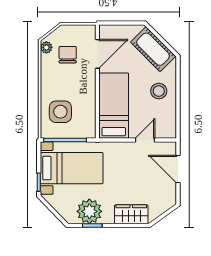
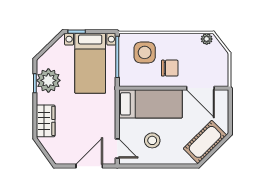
chair: (68, 55) -> (170, 68), moved
stool: (159, 91) -> (152, 140), moved
door: (145, 140) -> (117, 148), moved

